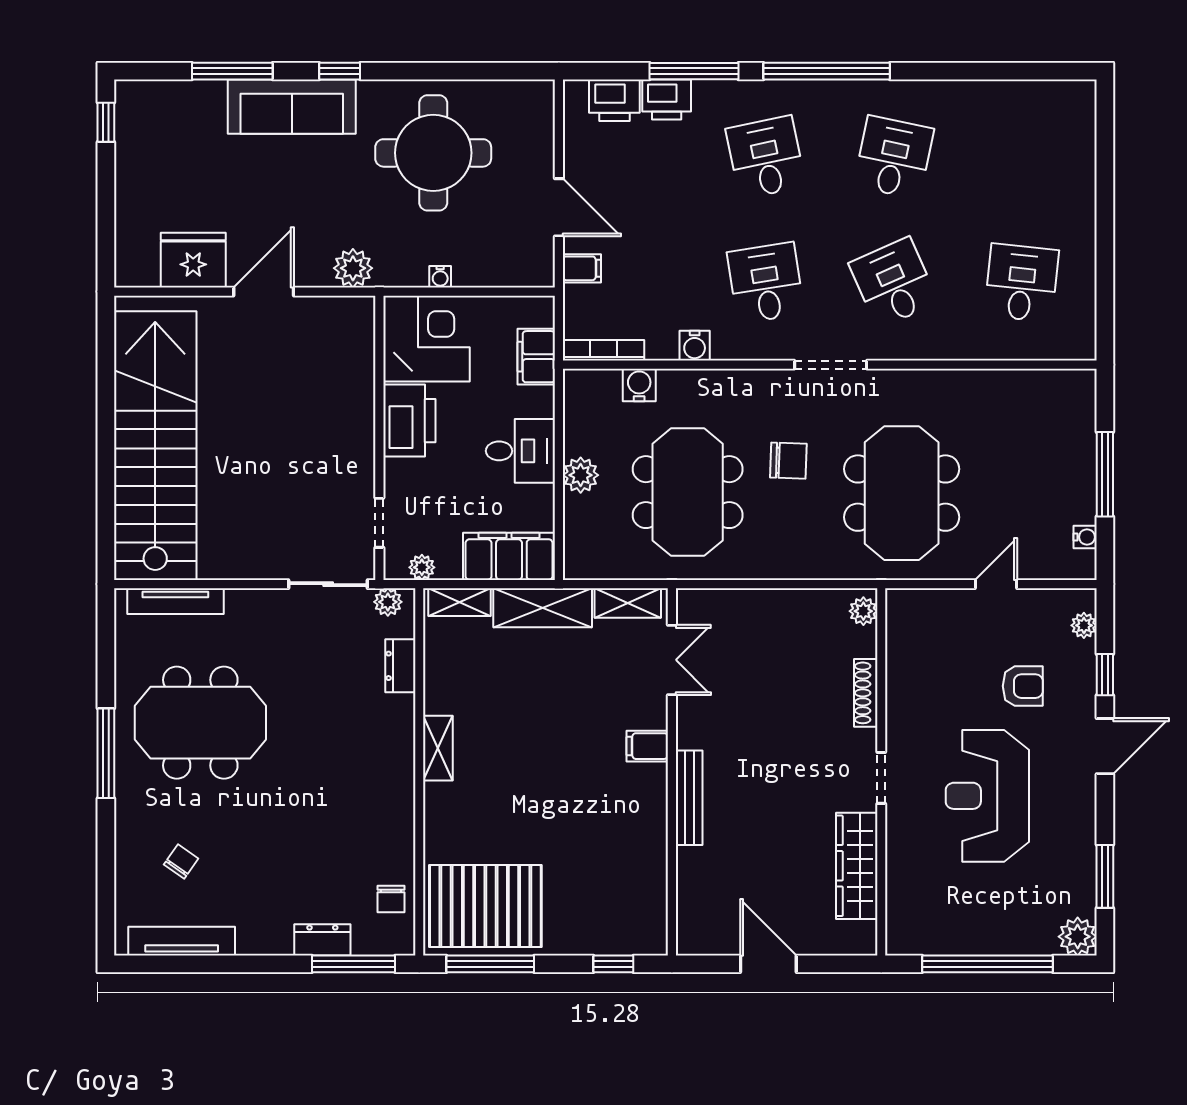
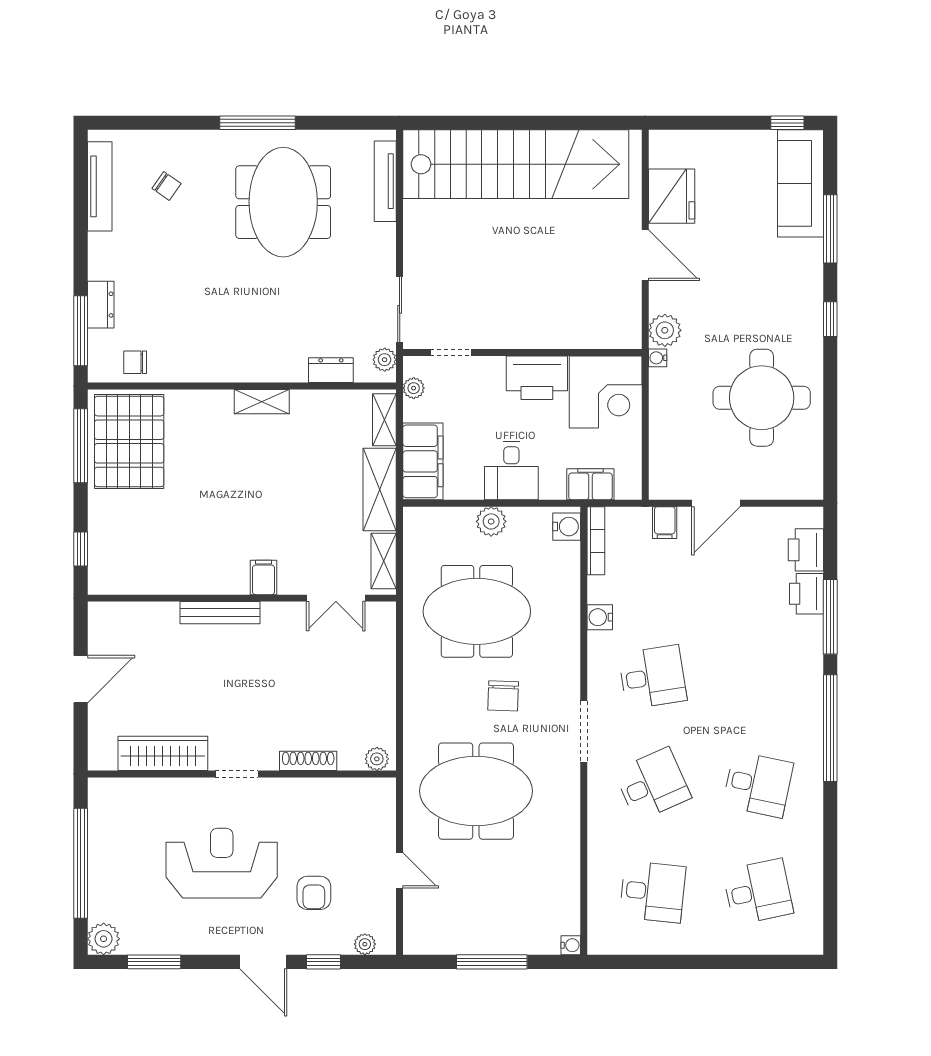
sofa: (292, 107) -> (800, 183), moved
desk: (766, 157) -> (758, 892), moved
water cooler: (440, 277) -> (658, 358), moved
water cooler: (639, 385) -> (567, 527), moved
water cooler: (1085, 537) -> (571, 945), moved, turned -90

